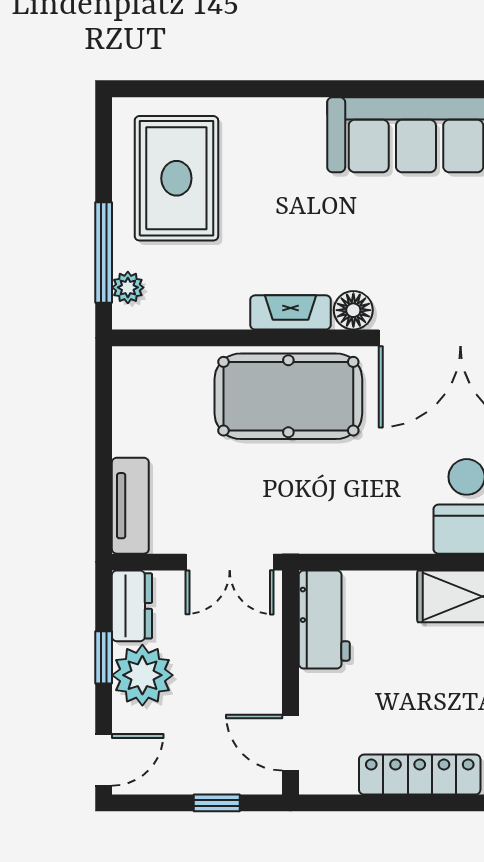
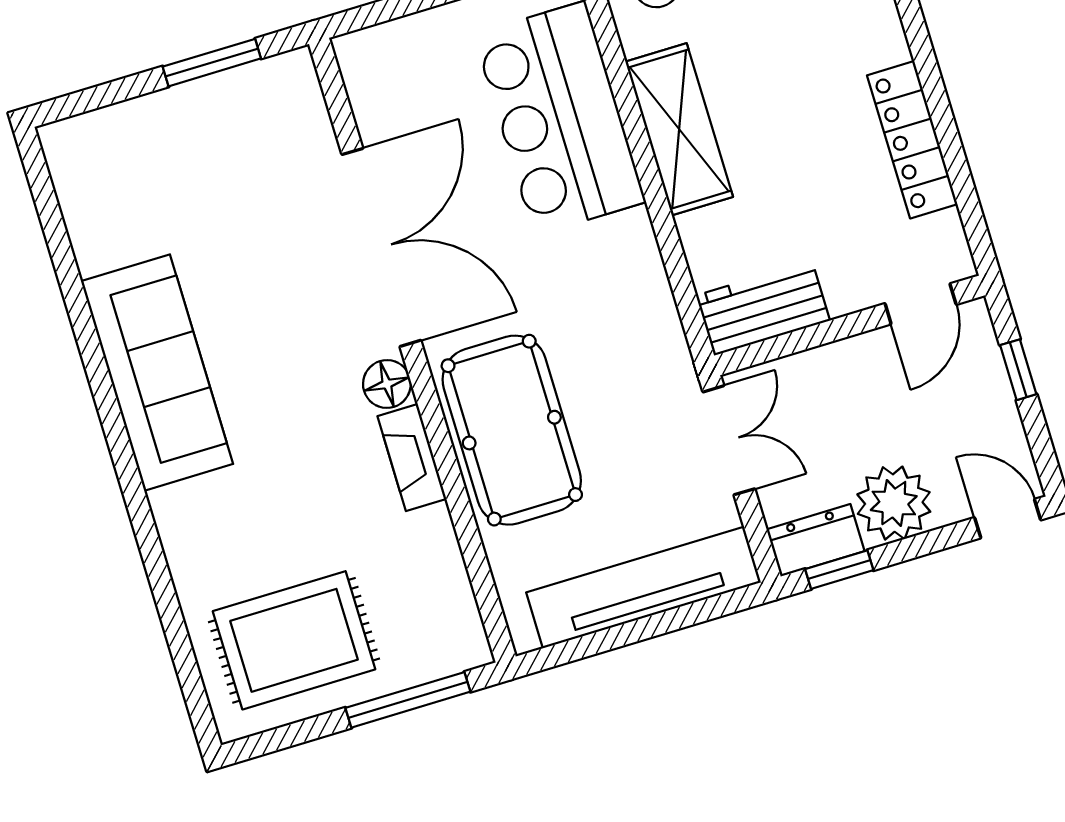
plant: (128, 287) -> (441, 659), removed
tv unit: (130, 506) -> (644, 587), width x1.92, depth x1.29
window: (104, 657) -> (839, 570), moved

